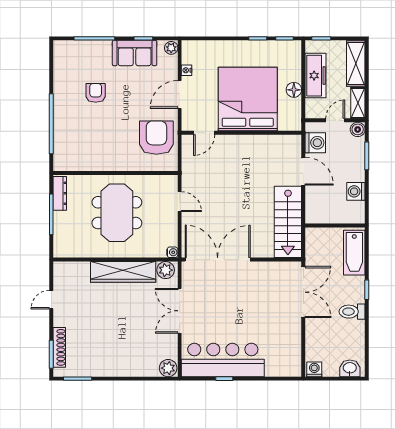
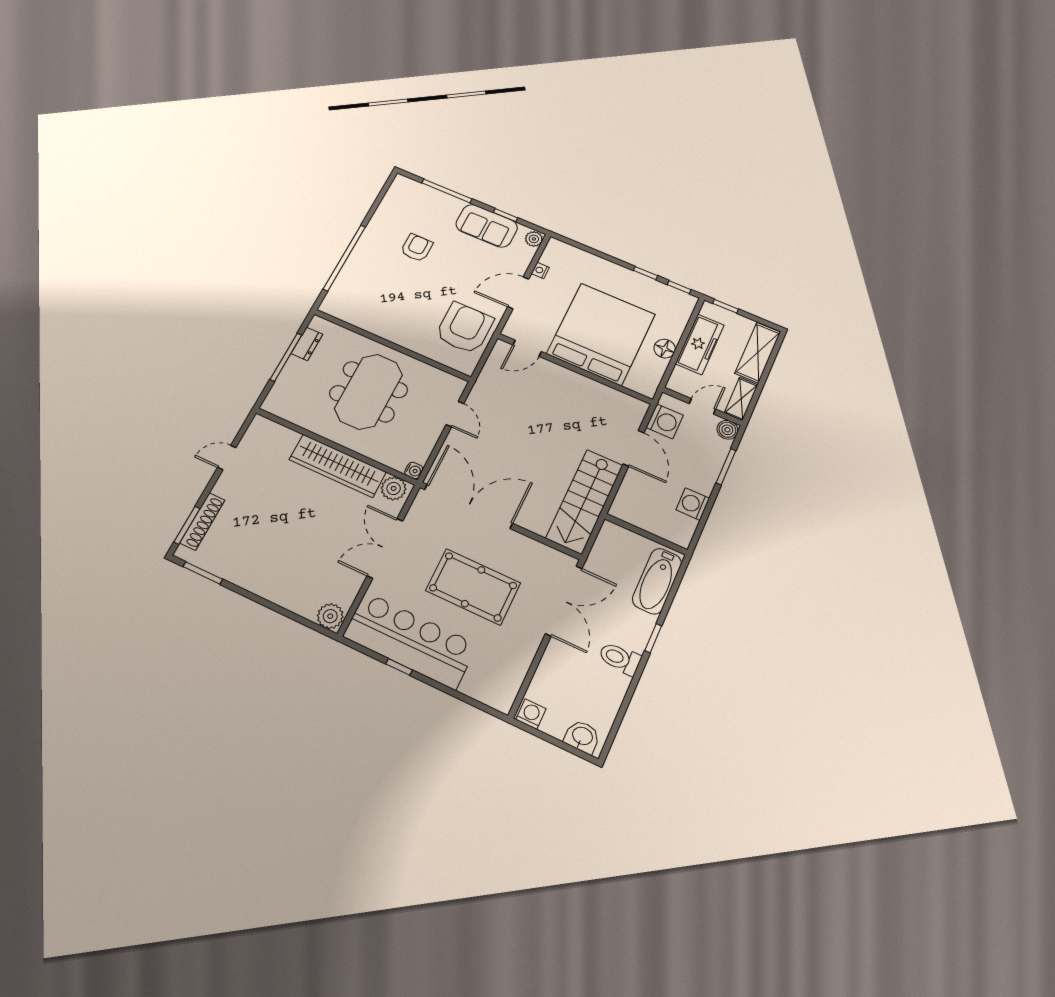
dresser: (60, 193) -> (307, 344), width x0.70
pool table: (245, 309) -> (473, 587), added

